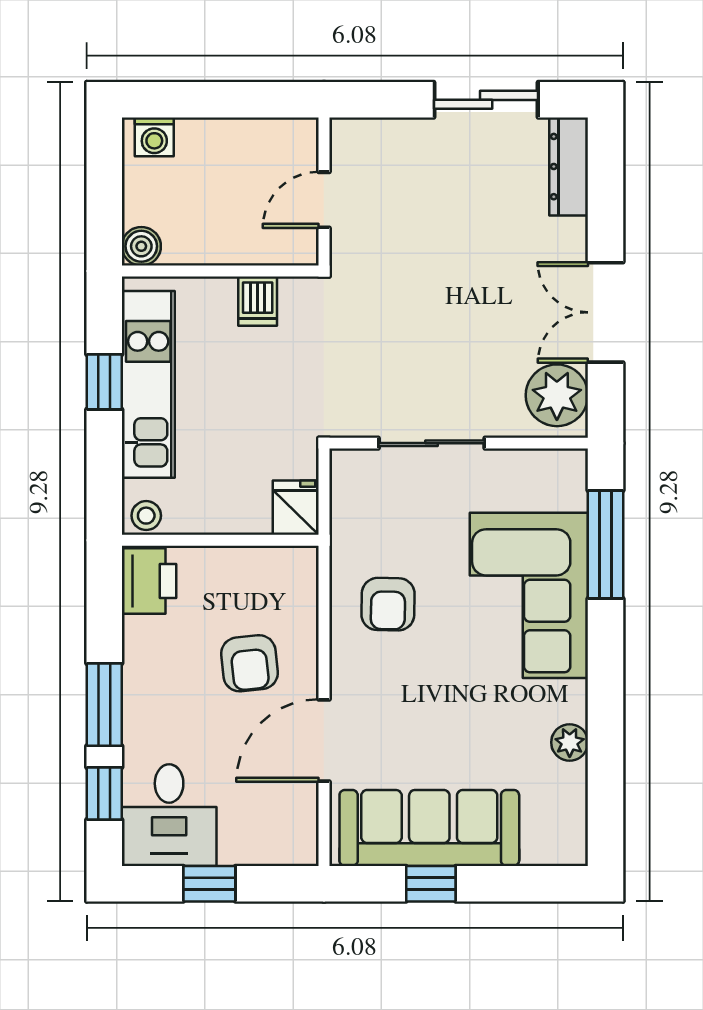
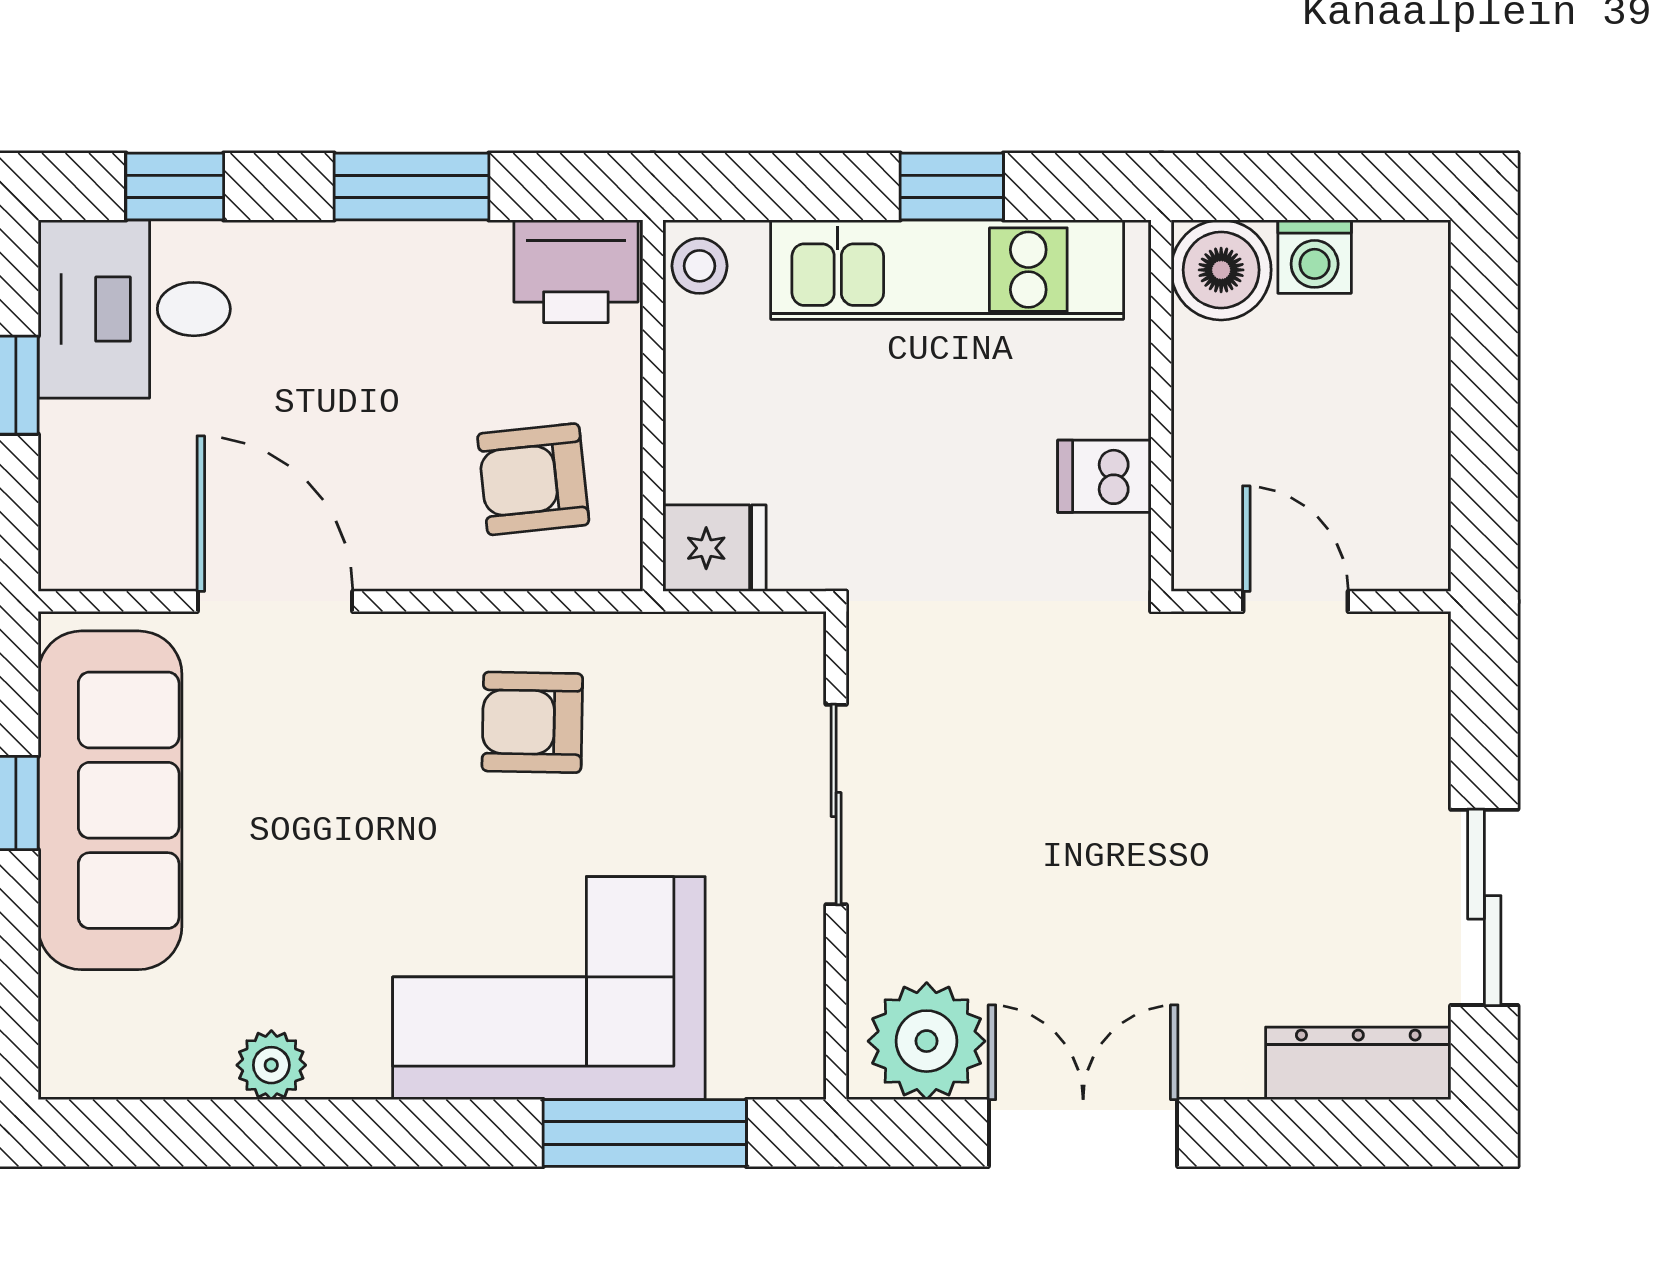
washing machine: (154, 137) -> (1315, 257), moved, turned -90
boiler: (141, 246) -> (1221, 270), width x1.36, depth x1.36
armchair: (249, 663) -> (533, 479), moved
window: (104, 705) -> (412, 187), moved

